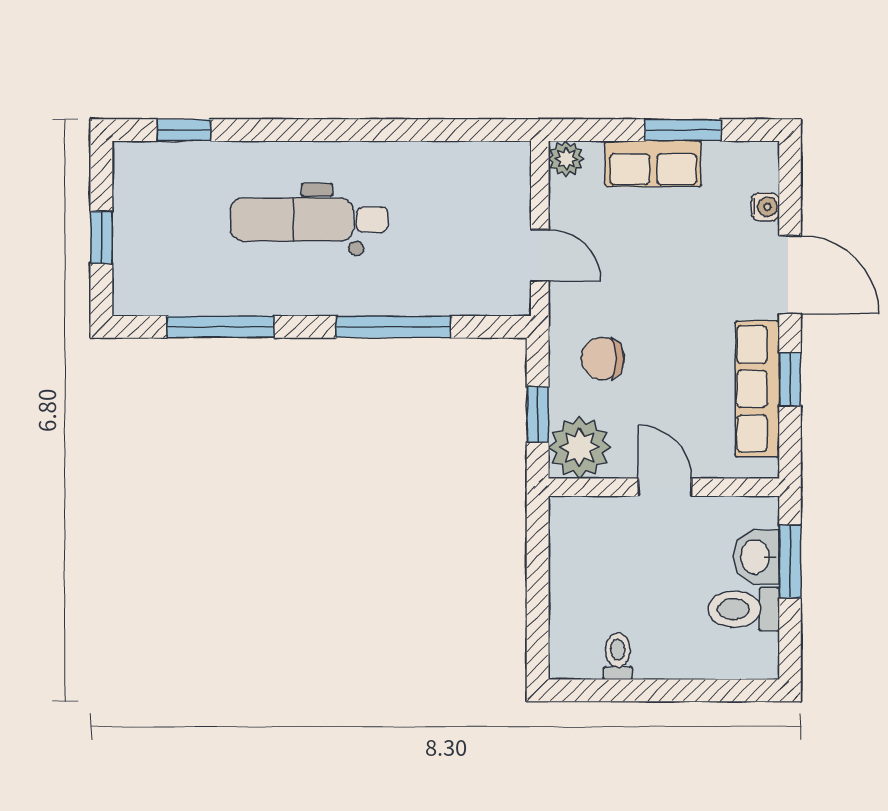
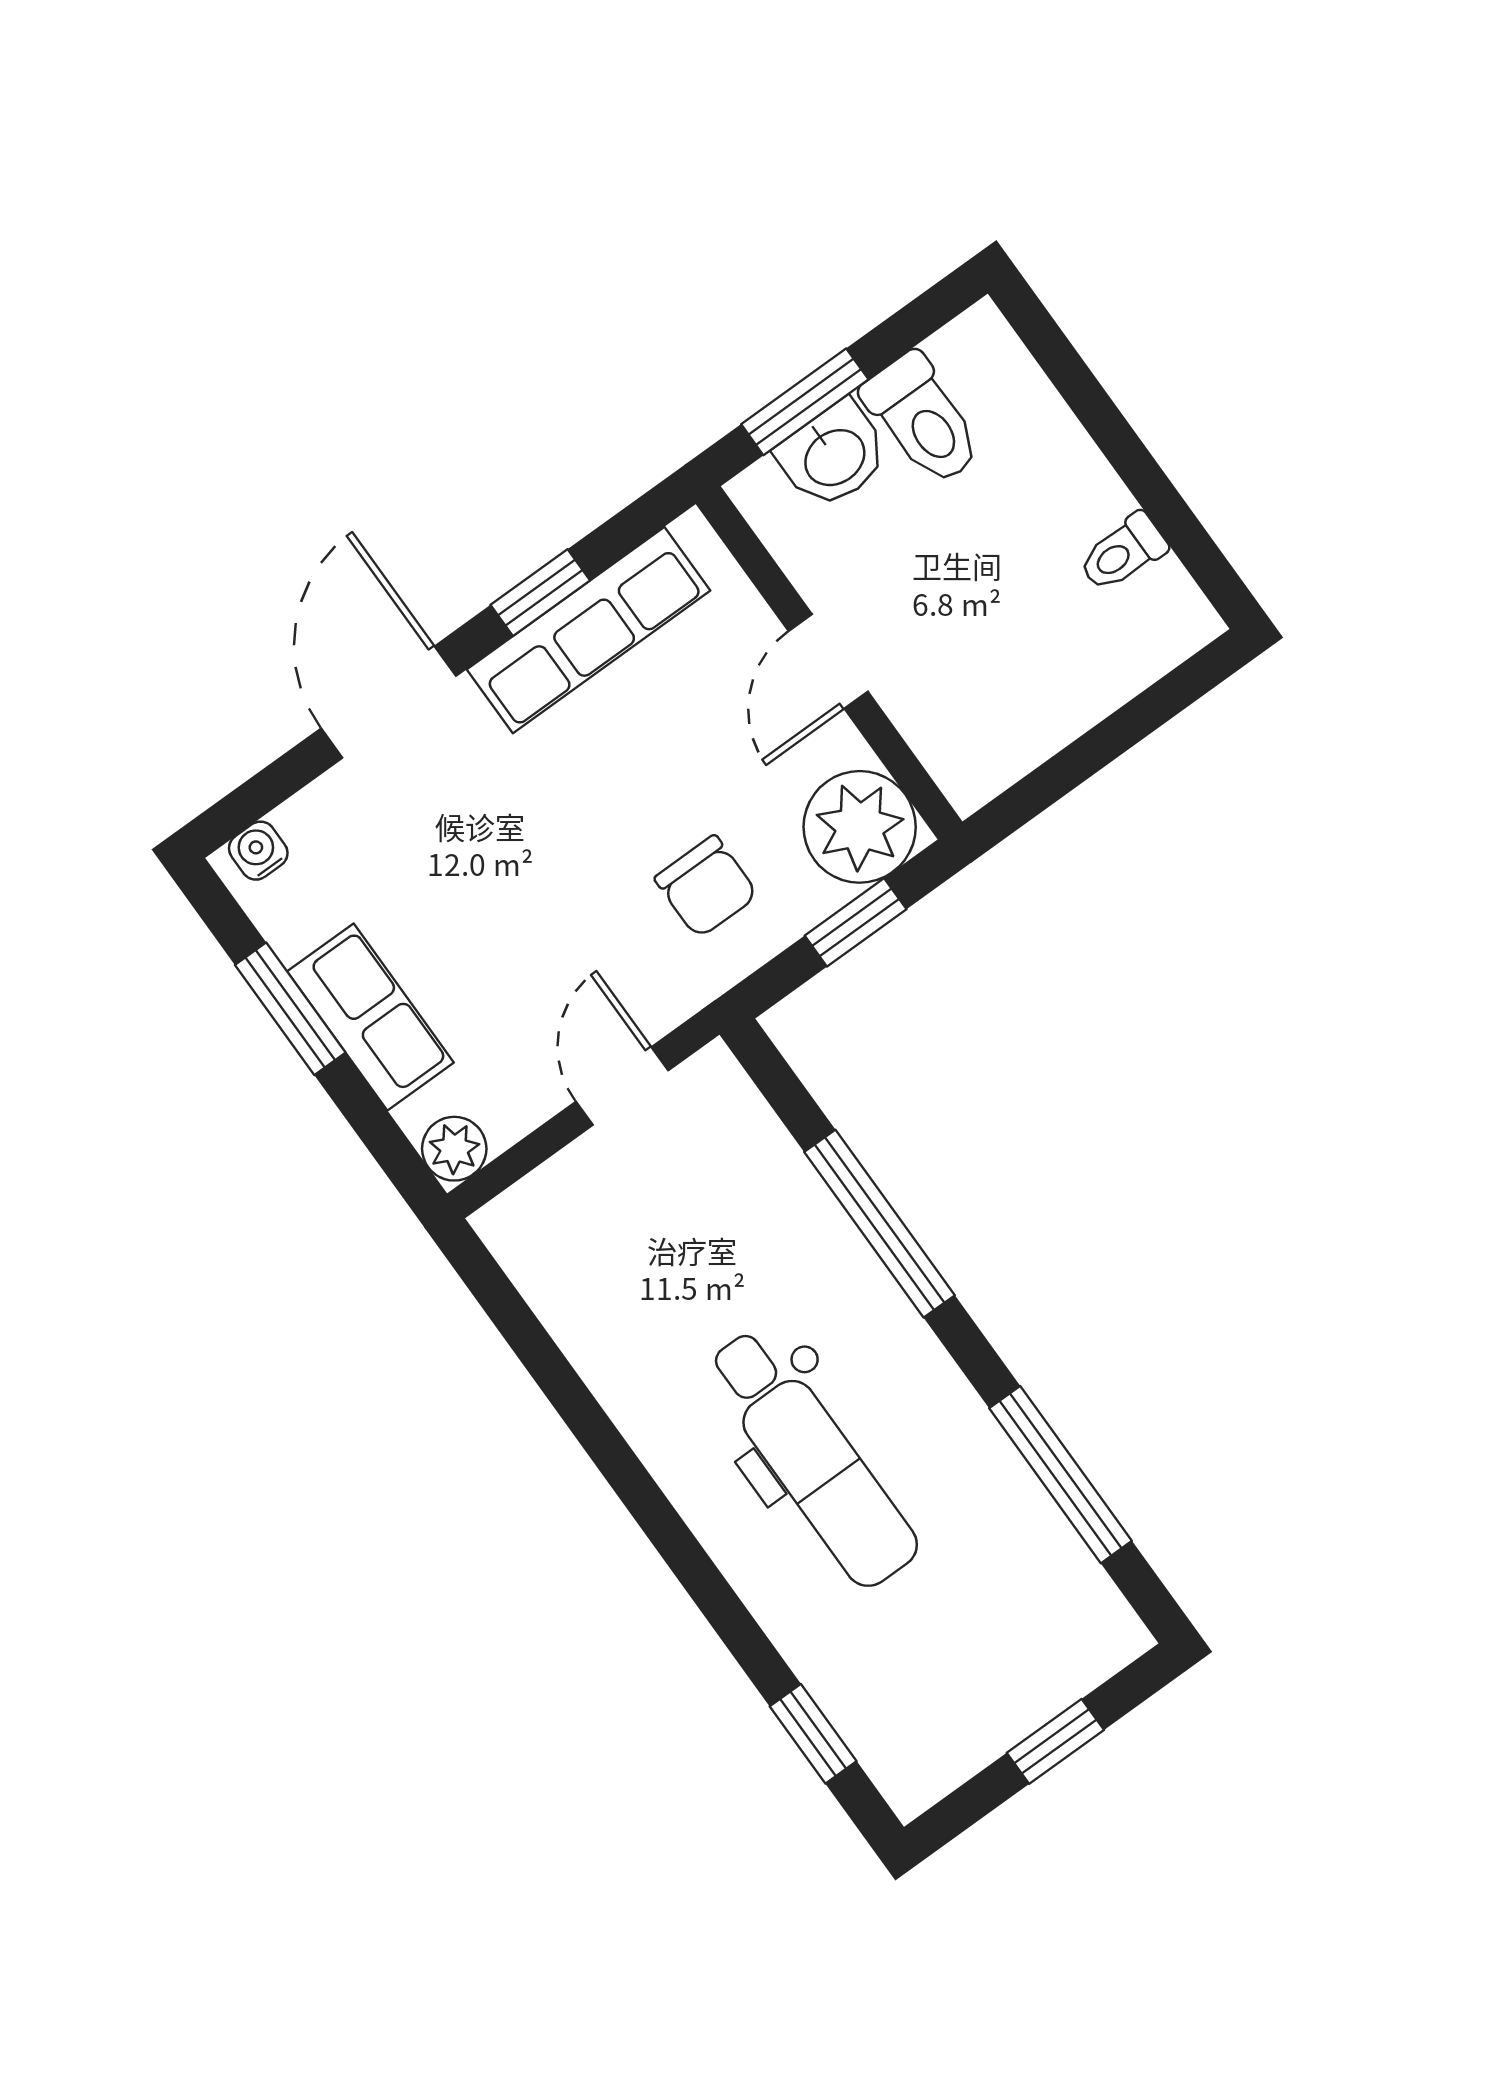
water cooler: (765, 207) -> (258, 851), moved

